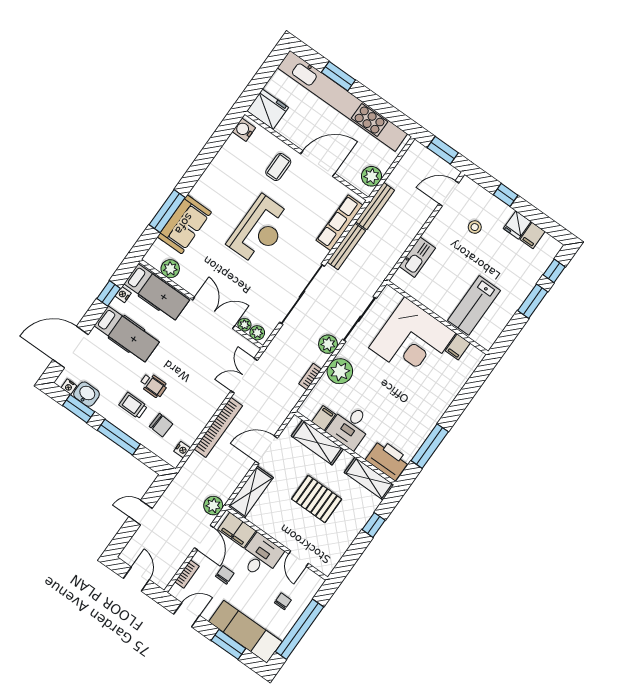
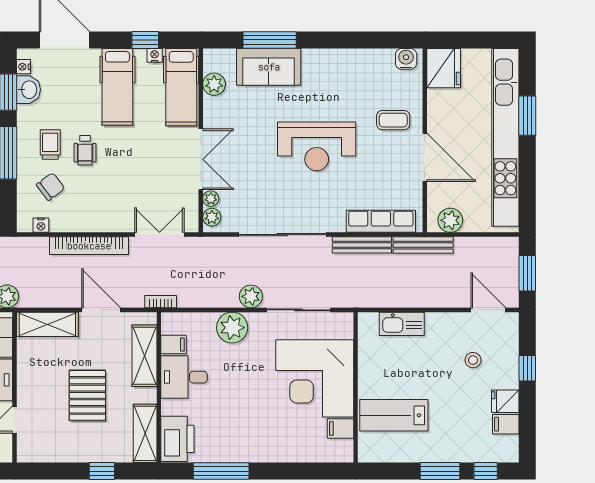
bookcase: (310, 377) -> (161, 302), moved
chair: (161, 425) -> (51, 187), turned -130

